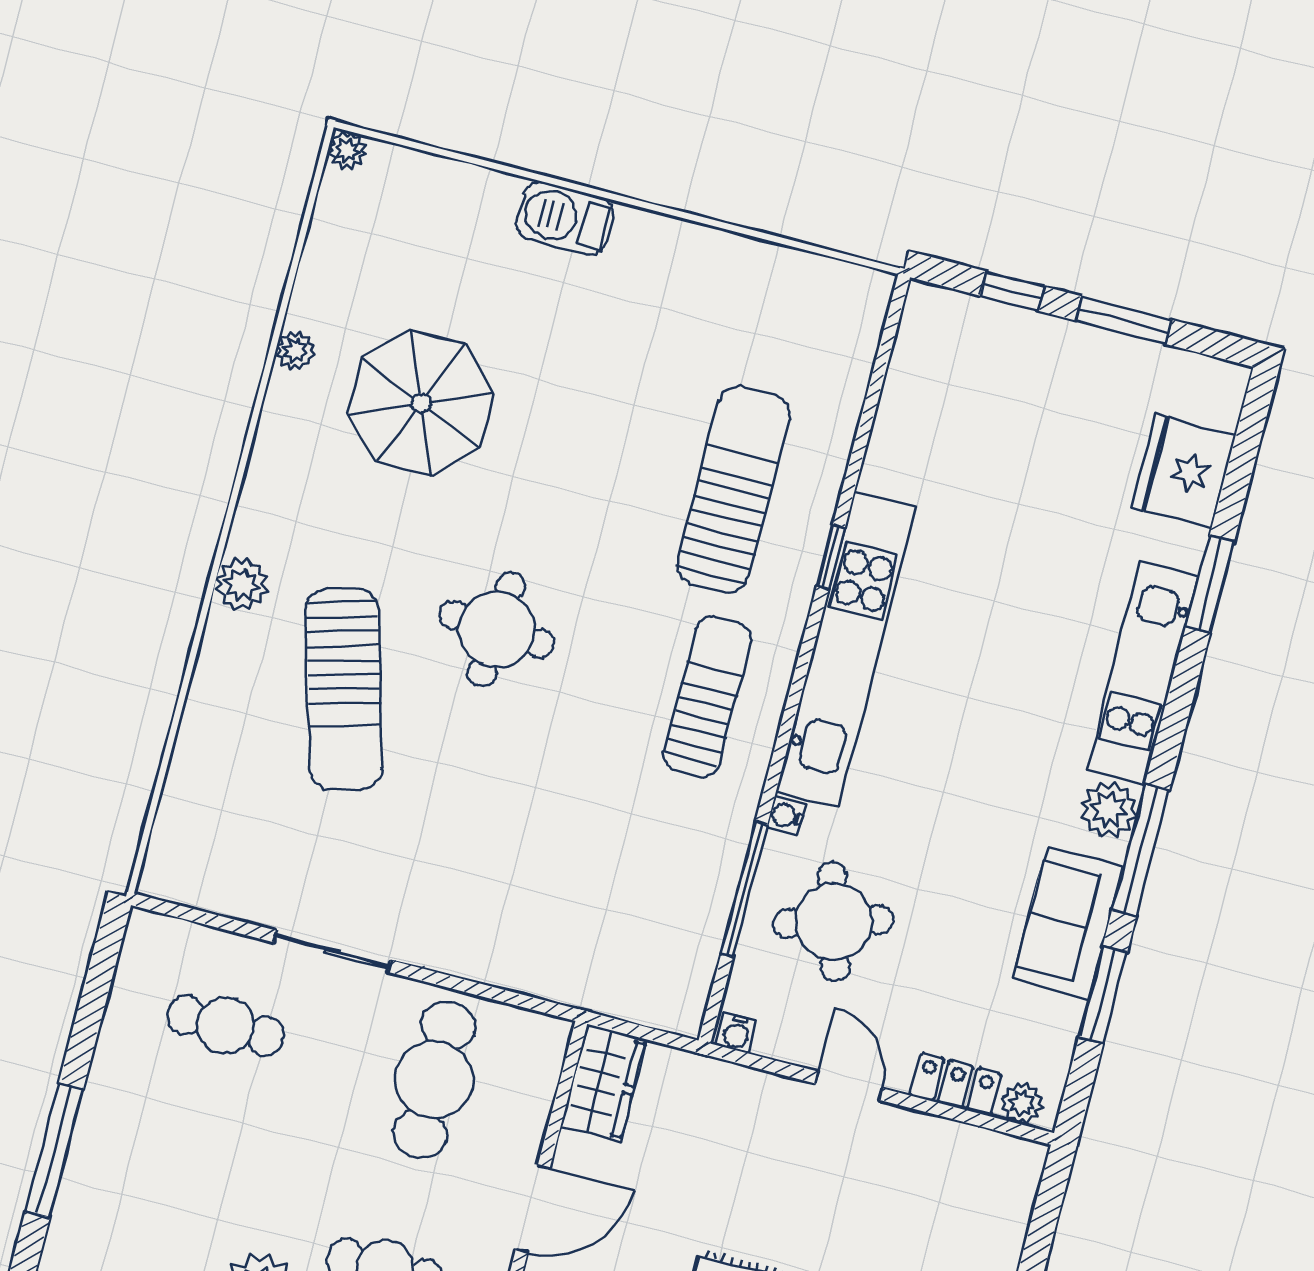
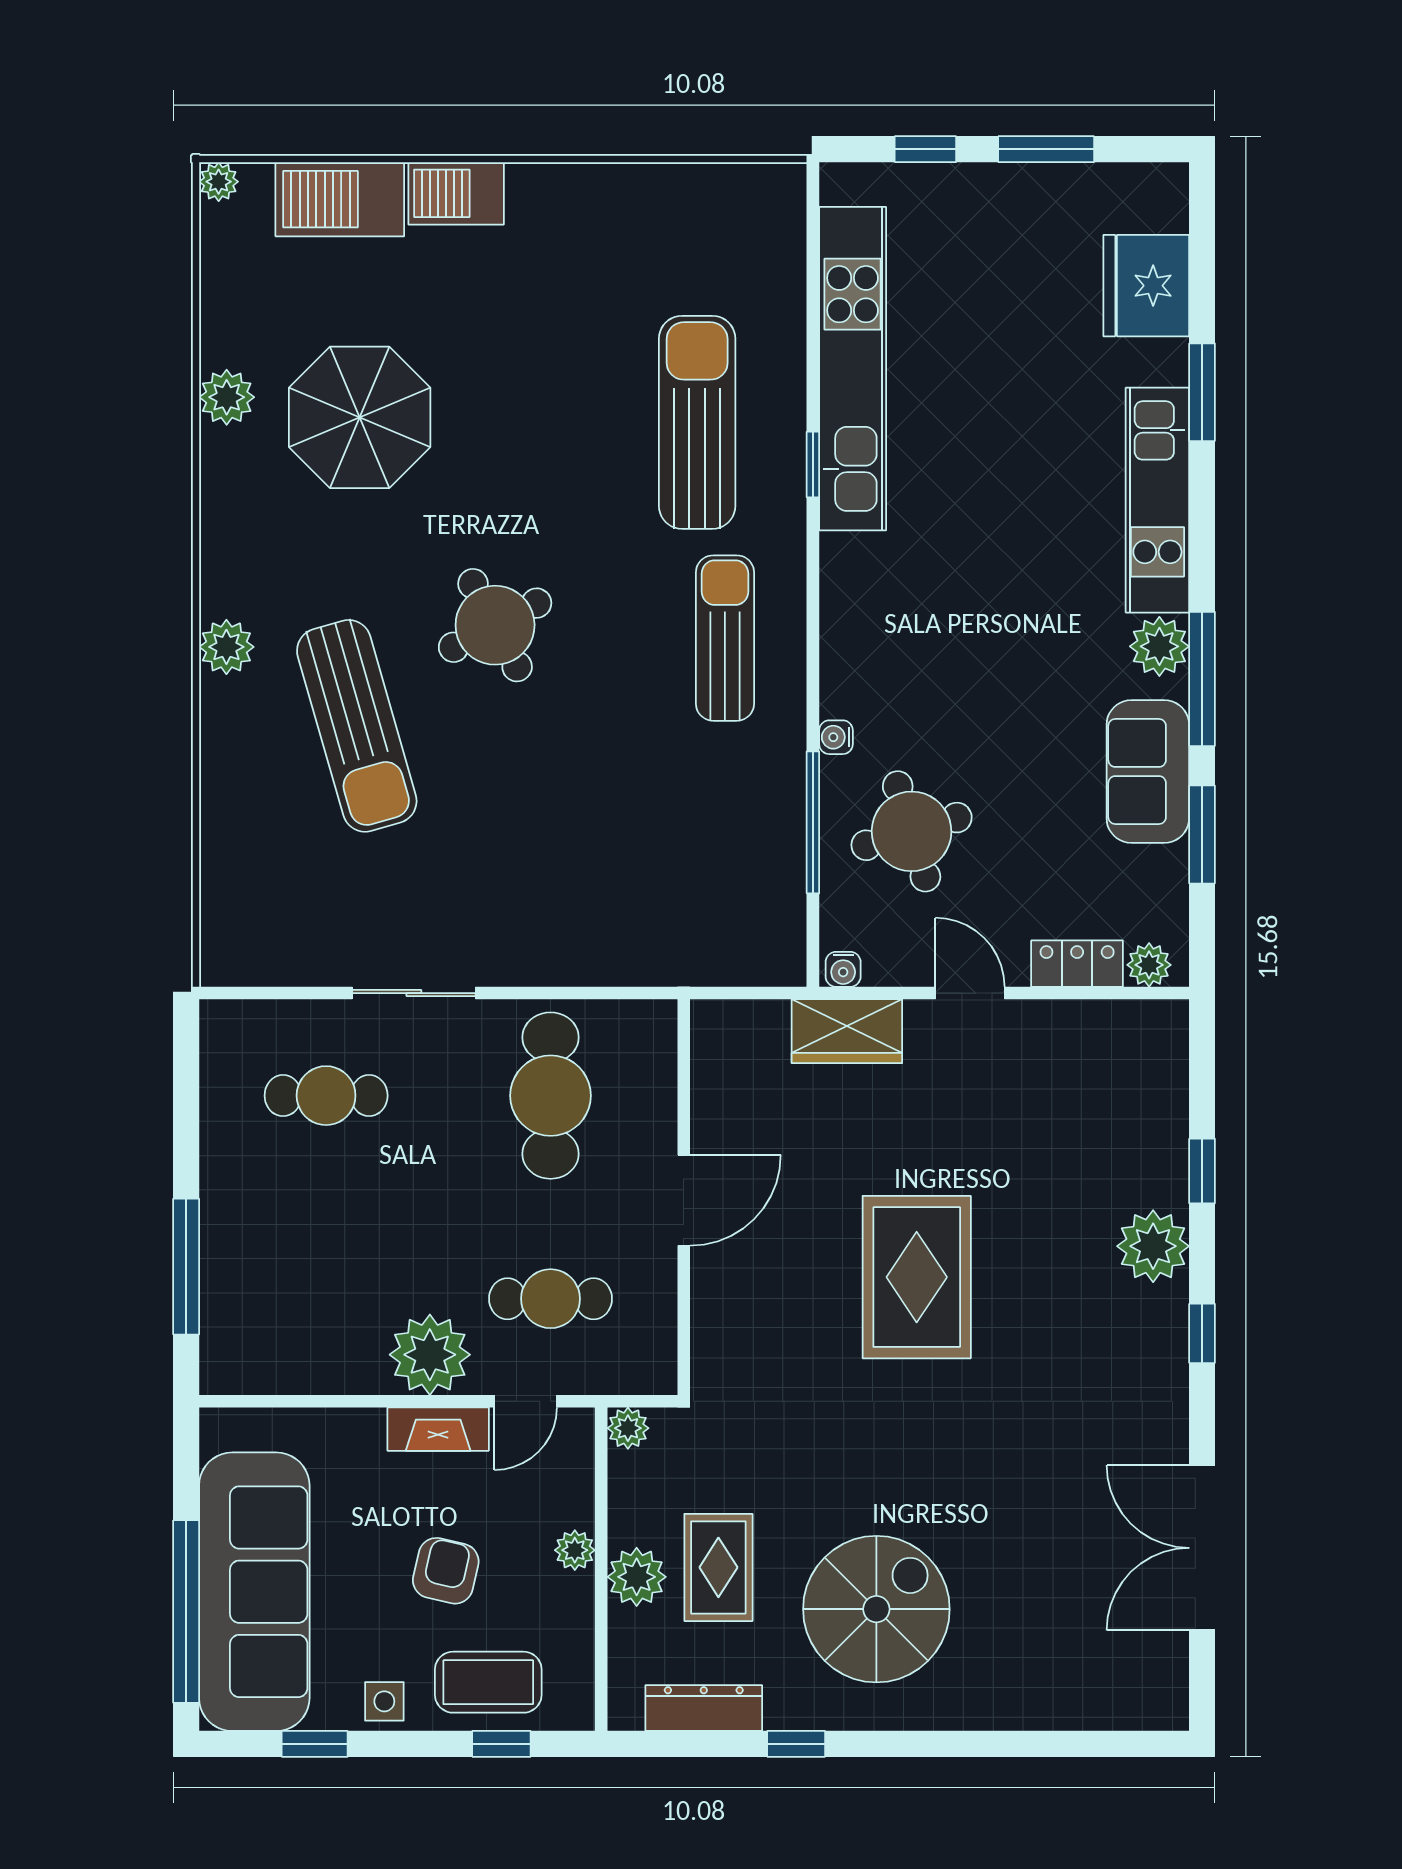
barbecue: (455, 196) -> (340, 199), added
plant: (295, 351) -> (227, 397), width x1.38, depth x1.38
round table: (497, 629) -> (495, 625), turned -32
kitchen unit: (846, 650) -> (853, 369), moved
wardrobe: (604, 1083) -> (847, 1031), moved, turned 90

